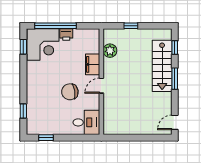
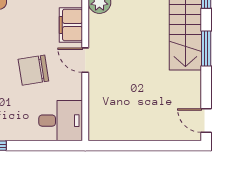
door: (101, 86) -> (85, 60), hinge flipped
door: (175, 122) -> (206, 121), hinge flipped

